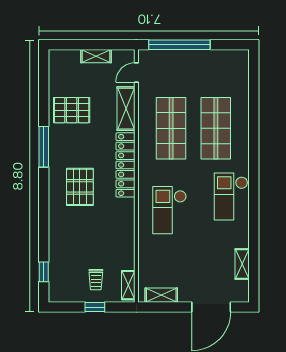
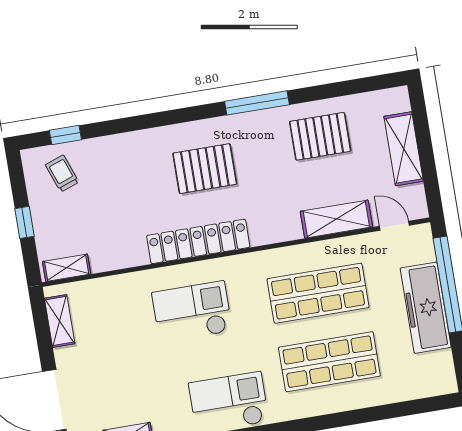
shelving: (96, 56) -> (404, 149), width x1.50, depth x1.33
freezer: (192, 61) -> (426, 308), added
pallet: (72, 110) -> (320, 136), turned 90
locker: (125, 165) -> (198, 241), moved
trolley: (96, 280) -> (62, 173), moved, turned 70

